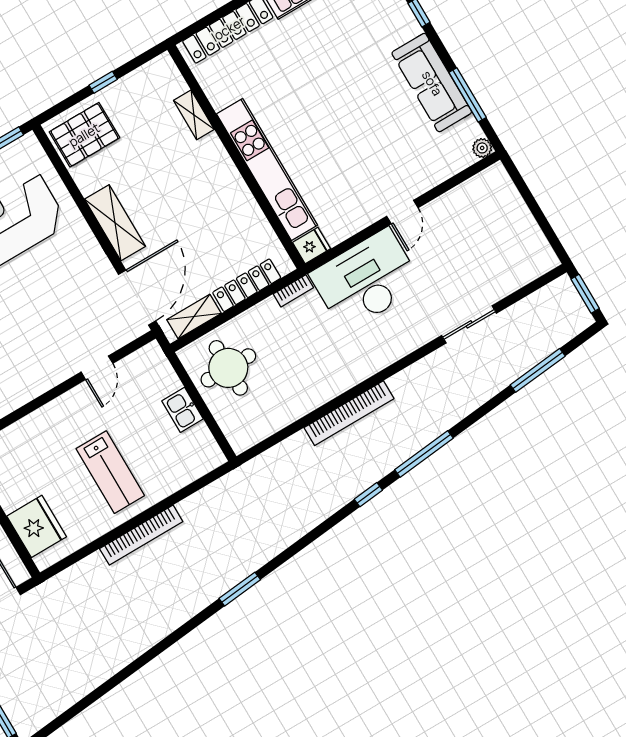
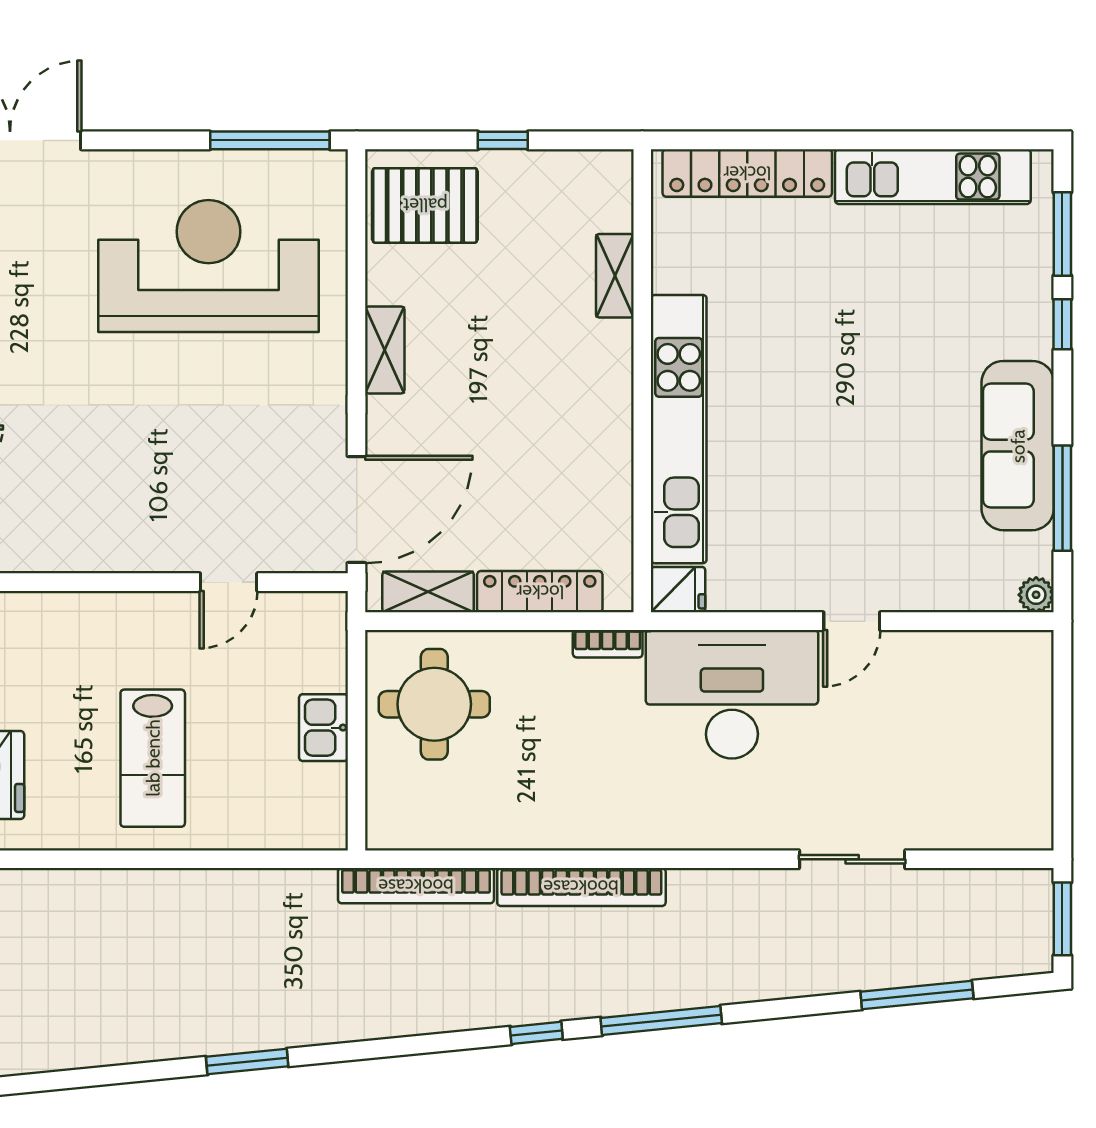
shelving: (115, 223) -> (385, 350), width x0.67, depth x0.75
bookcase: (141, 535) -> (416, 886), moved

